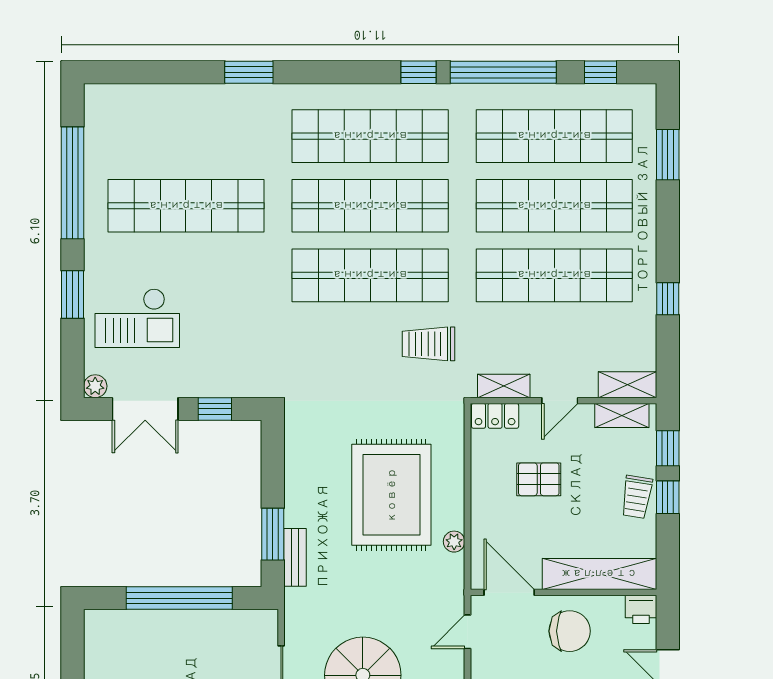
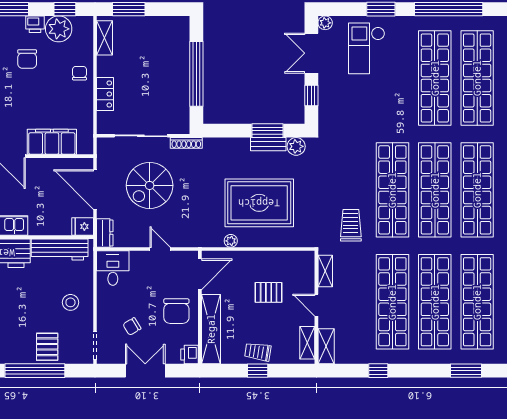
shop shelf: (186, 136) -> (477, 78), added
locker: (495, 416) -> (307, 266), removed
plant: (299, 434) -> (296, 146), added
window: (668, 448) -> (287, 371), removed
pallet: (539, 479) -> (269, 292), turned 90
window: (273, 534) -> (267, 131), moved
bench: (295, 557) -> (268, 144), moved
shoe rack: (293, 615) -> (186, 143), added
door: (467, 632) -> (160, 249), moved

